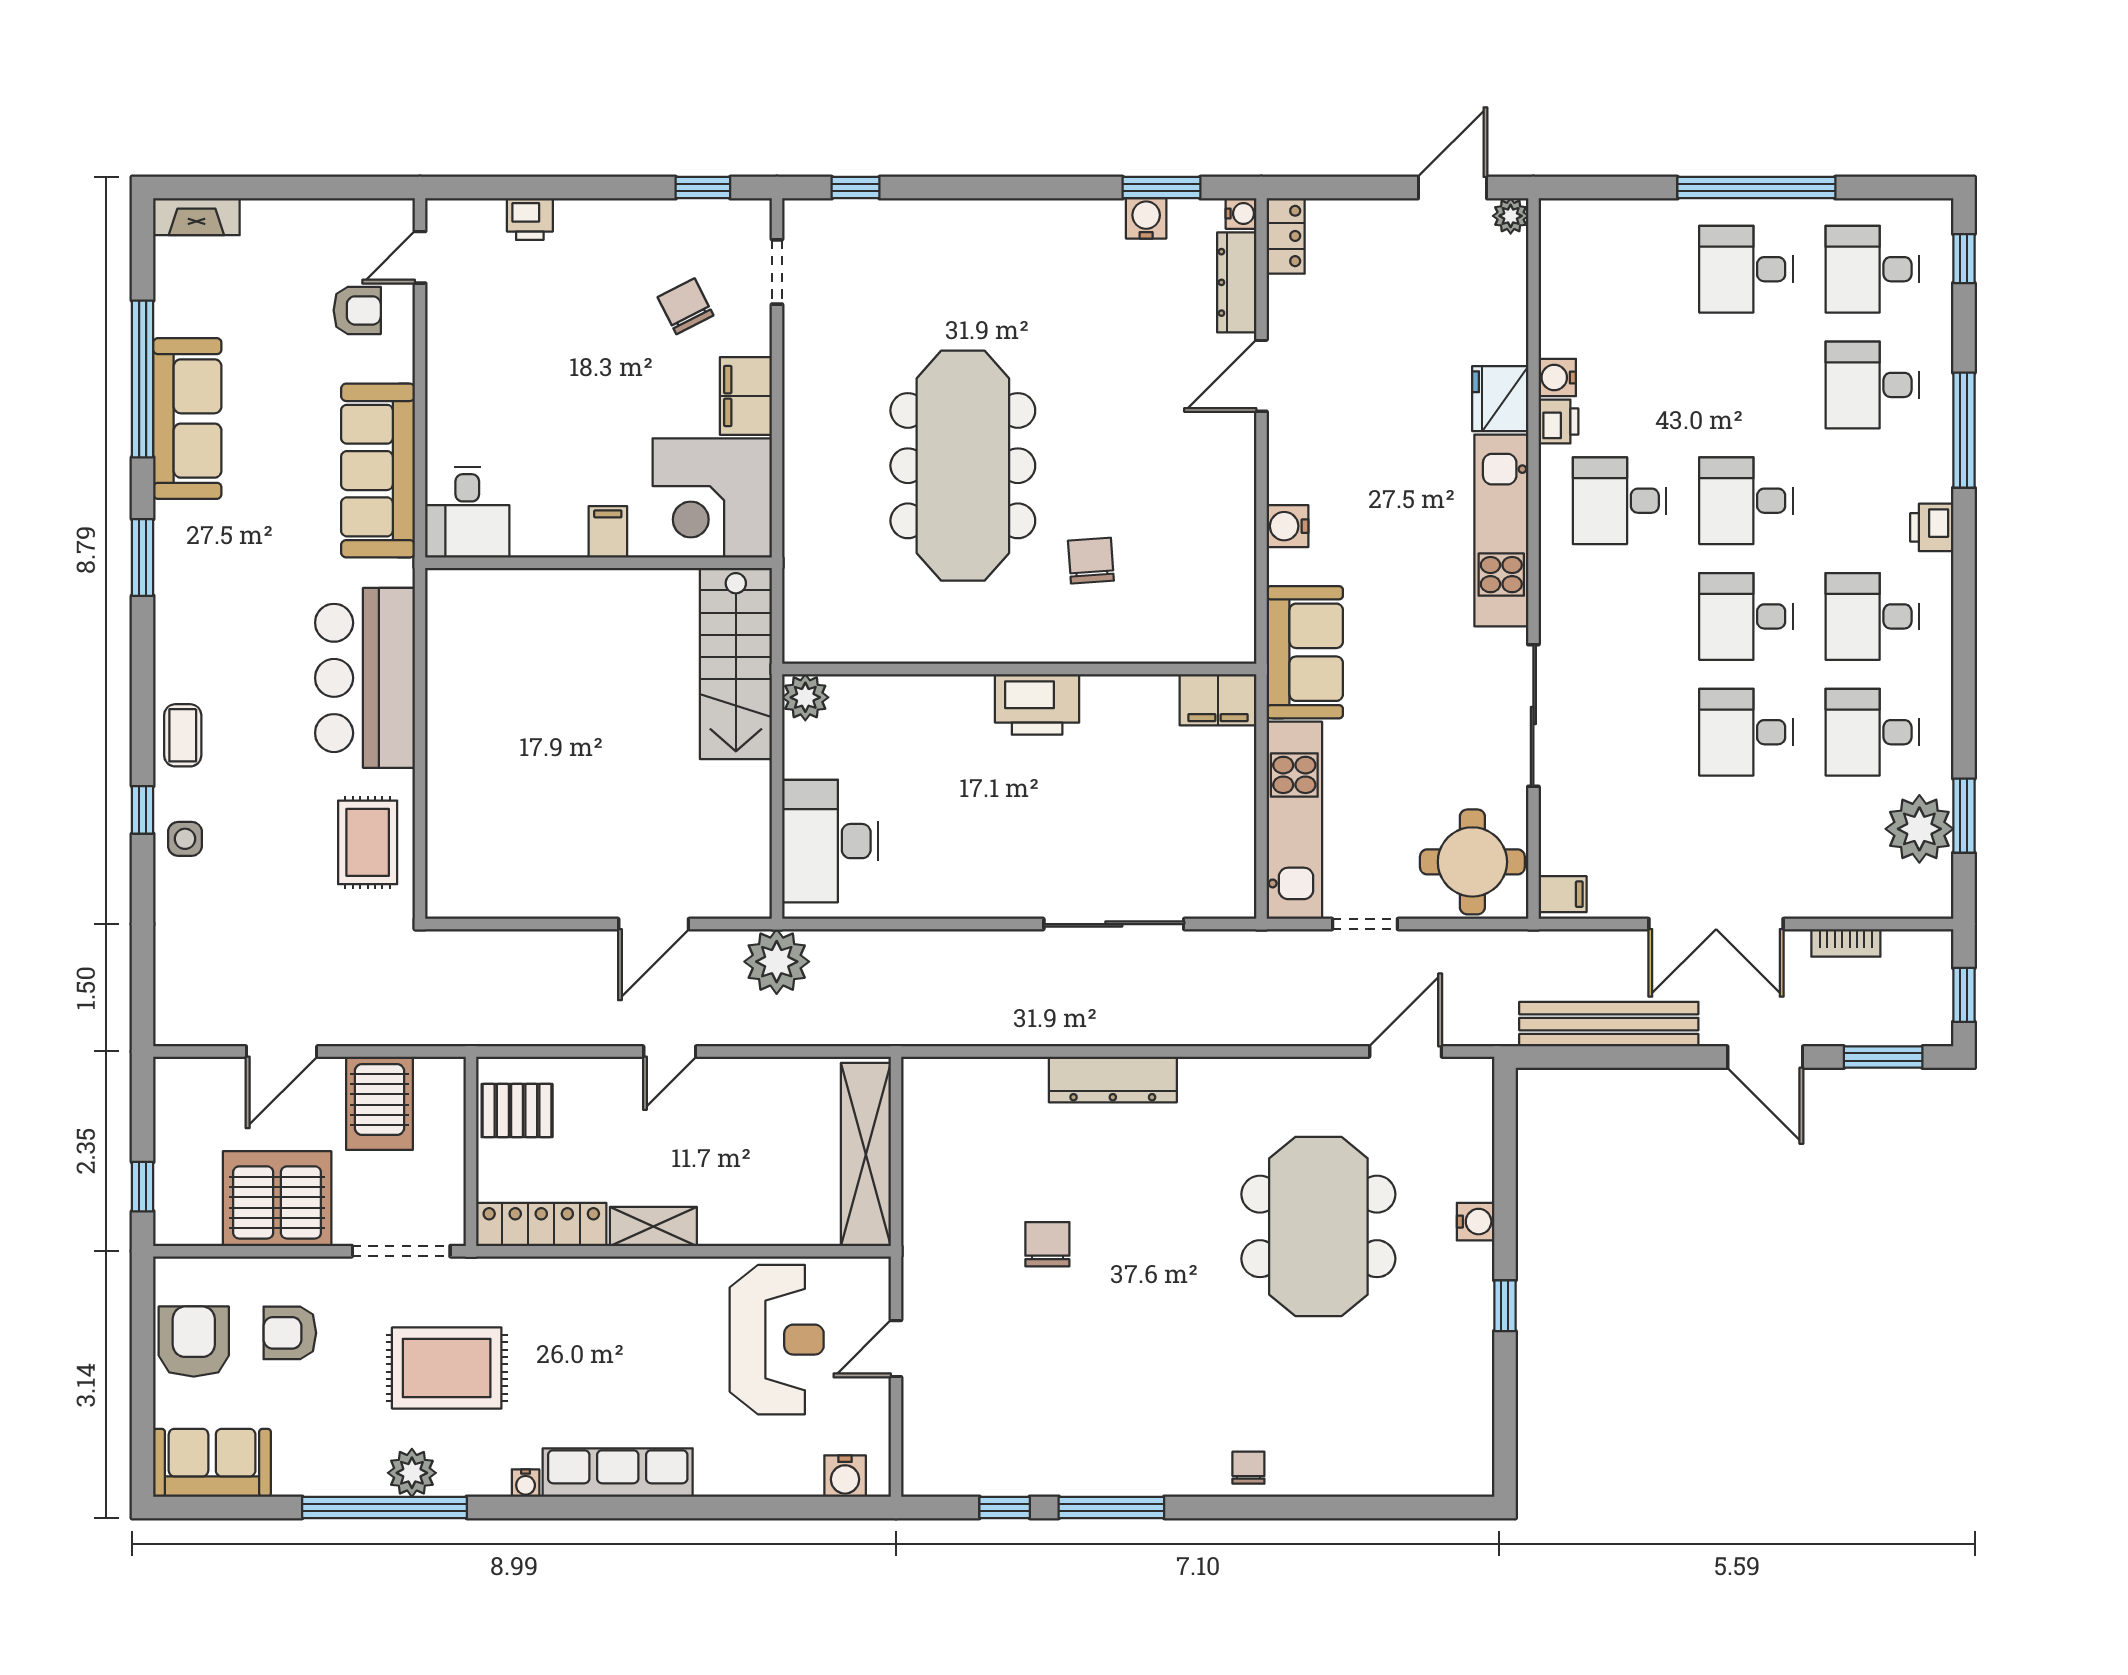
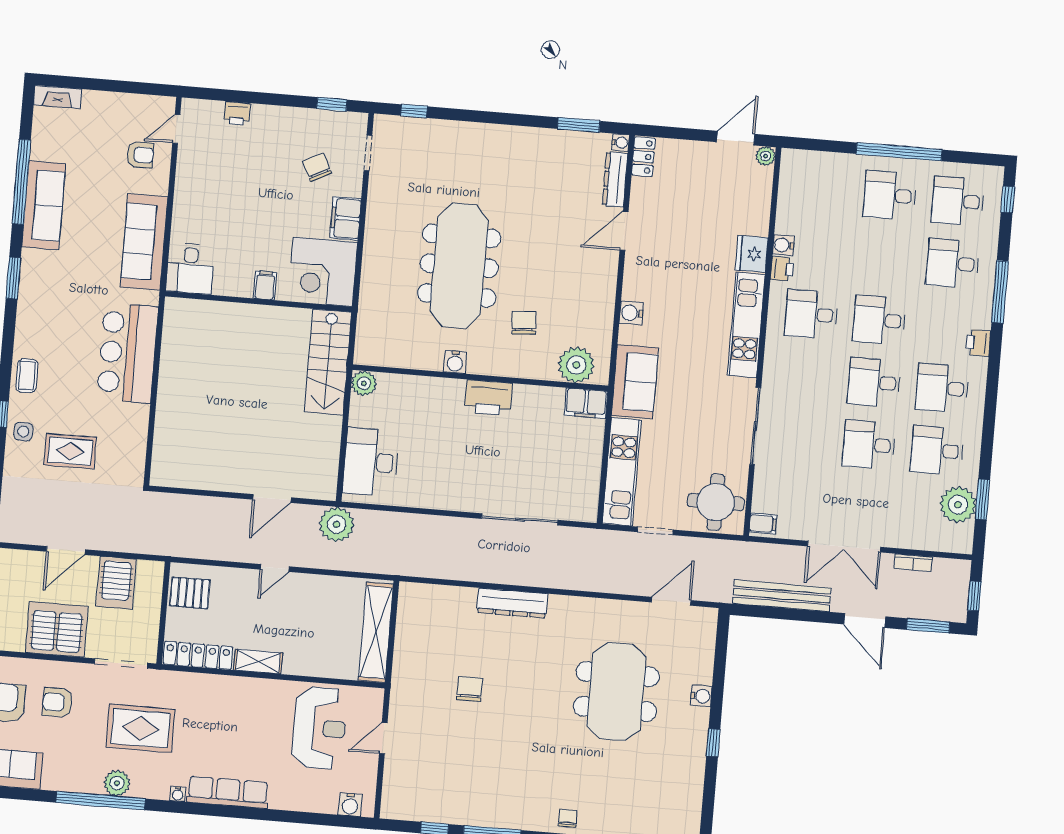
water cooler: (1146, 218) -> (455, 362), moved, turned 180
plant: (1194, 630) -> (576, 365), added
rug: (368, 842) -> (70, 451), moved, turned 90

